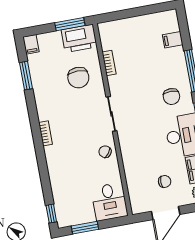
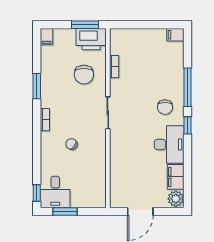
filing cabinet: (173, 40) -> (175, 35), moved
window: (26, 76) -> (37, 86), moved
chair: (105, 152) -> (71, 144), moved
chair: (165, 181) -> (145, 183), removed
desk: (109, 202) -> (55, 192), moved

